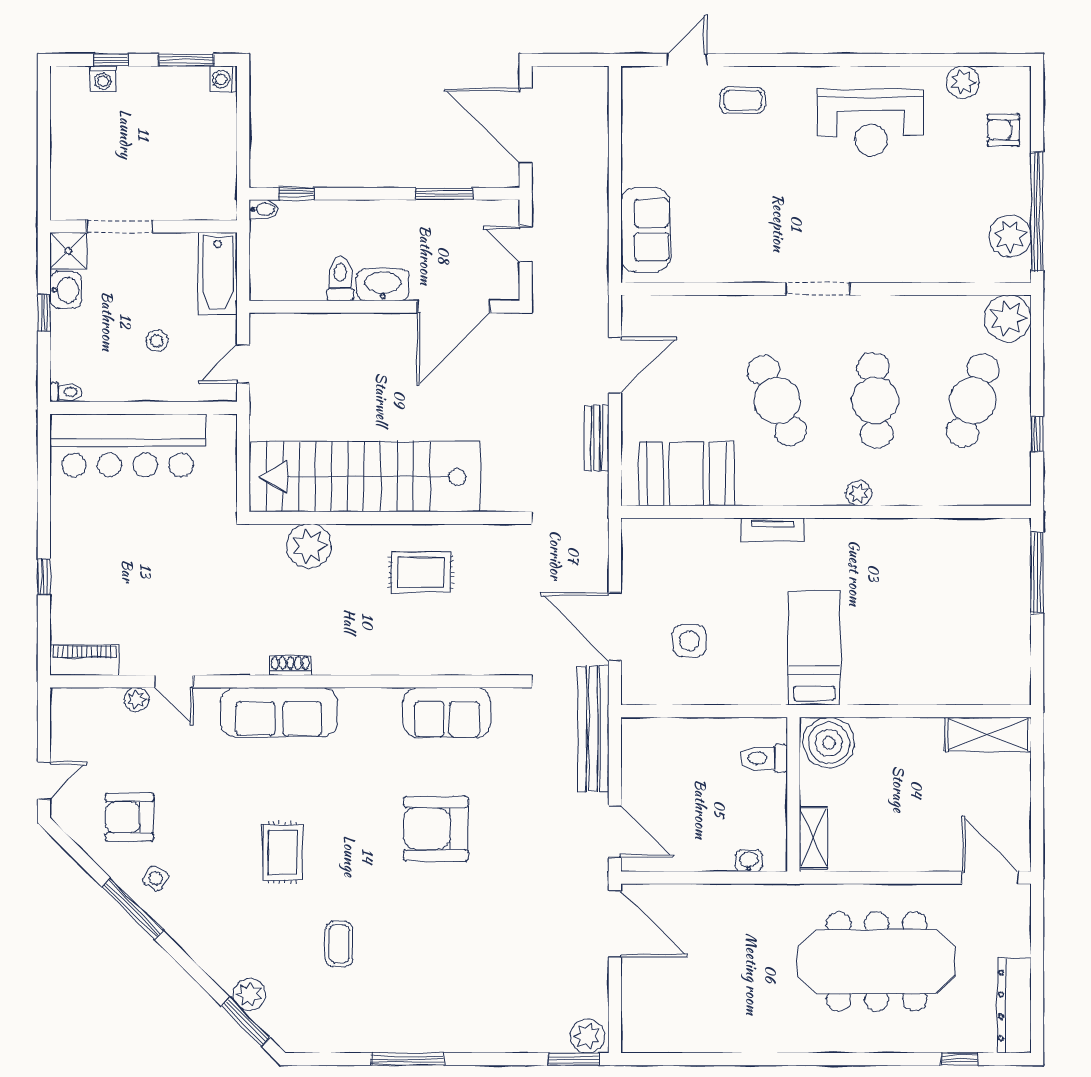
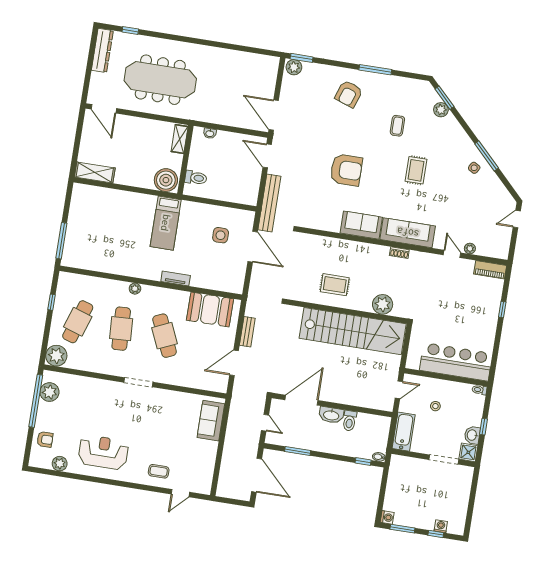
sofa: (447, 713) -> (361, 225), moved
armchair: (129, 817) -> (349, 94), moved, turned 109

